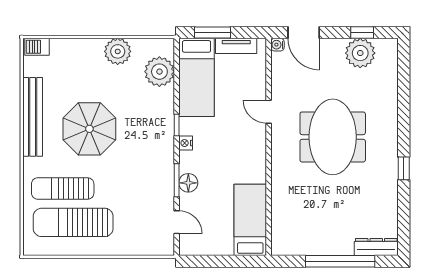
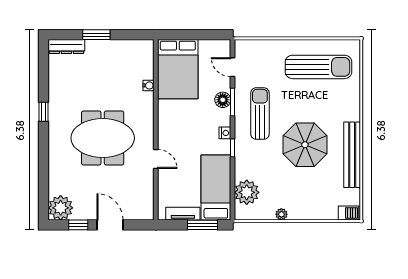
door: (304, 32) -> (110, 225), moved
water cooler: (277, 45) -> (148, 85), moved
plant: (118, 51) -> (281, 214), width x0.53, depth x0.53
plant: (360, 53) -> (61, 208), moved
meeting table: (333, 137) -> (103, 138), turned 90
sun lounger: (63, 188) -> (260, 114), moved, turned -90
bed: (250, 220) -> (178, 69), width x1.50
window: (340, 261) -> (96, 35), width x0.47

